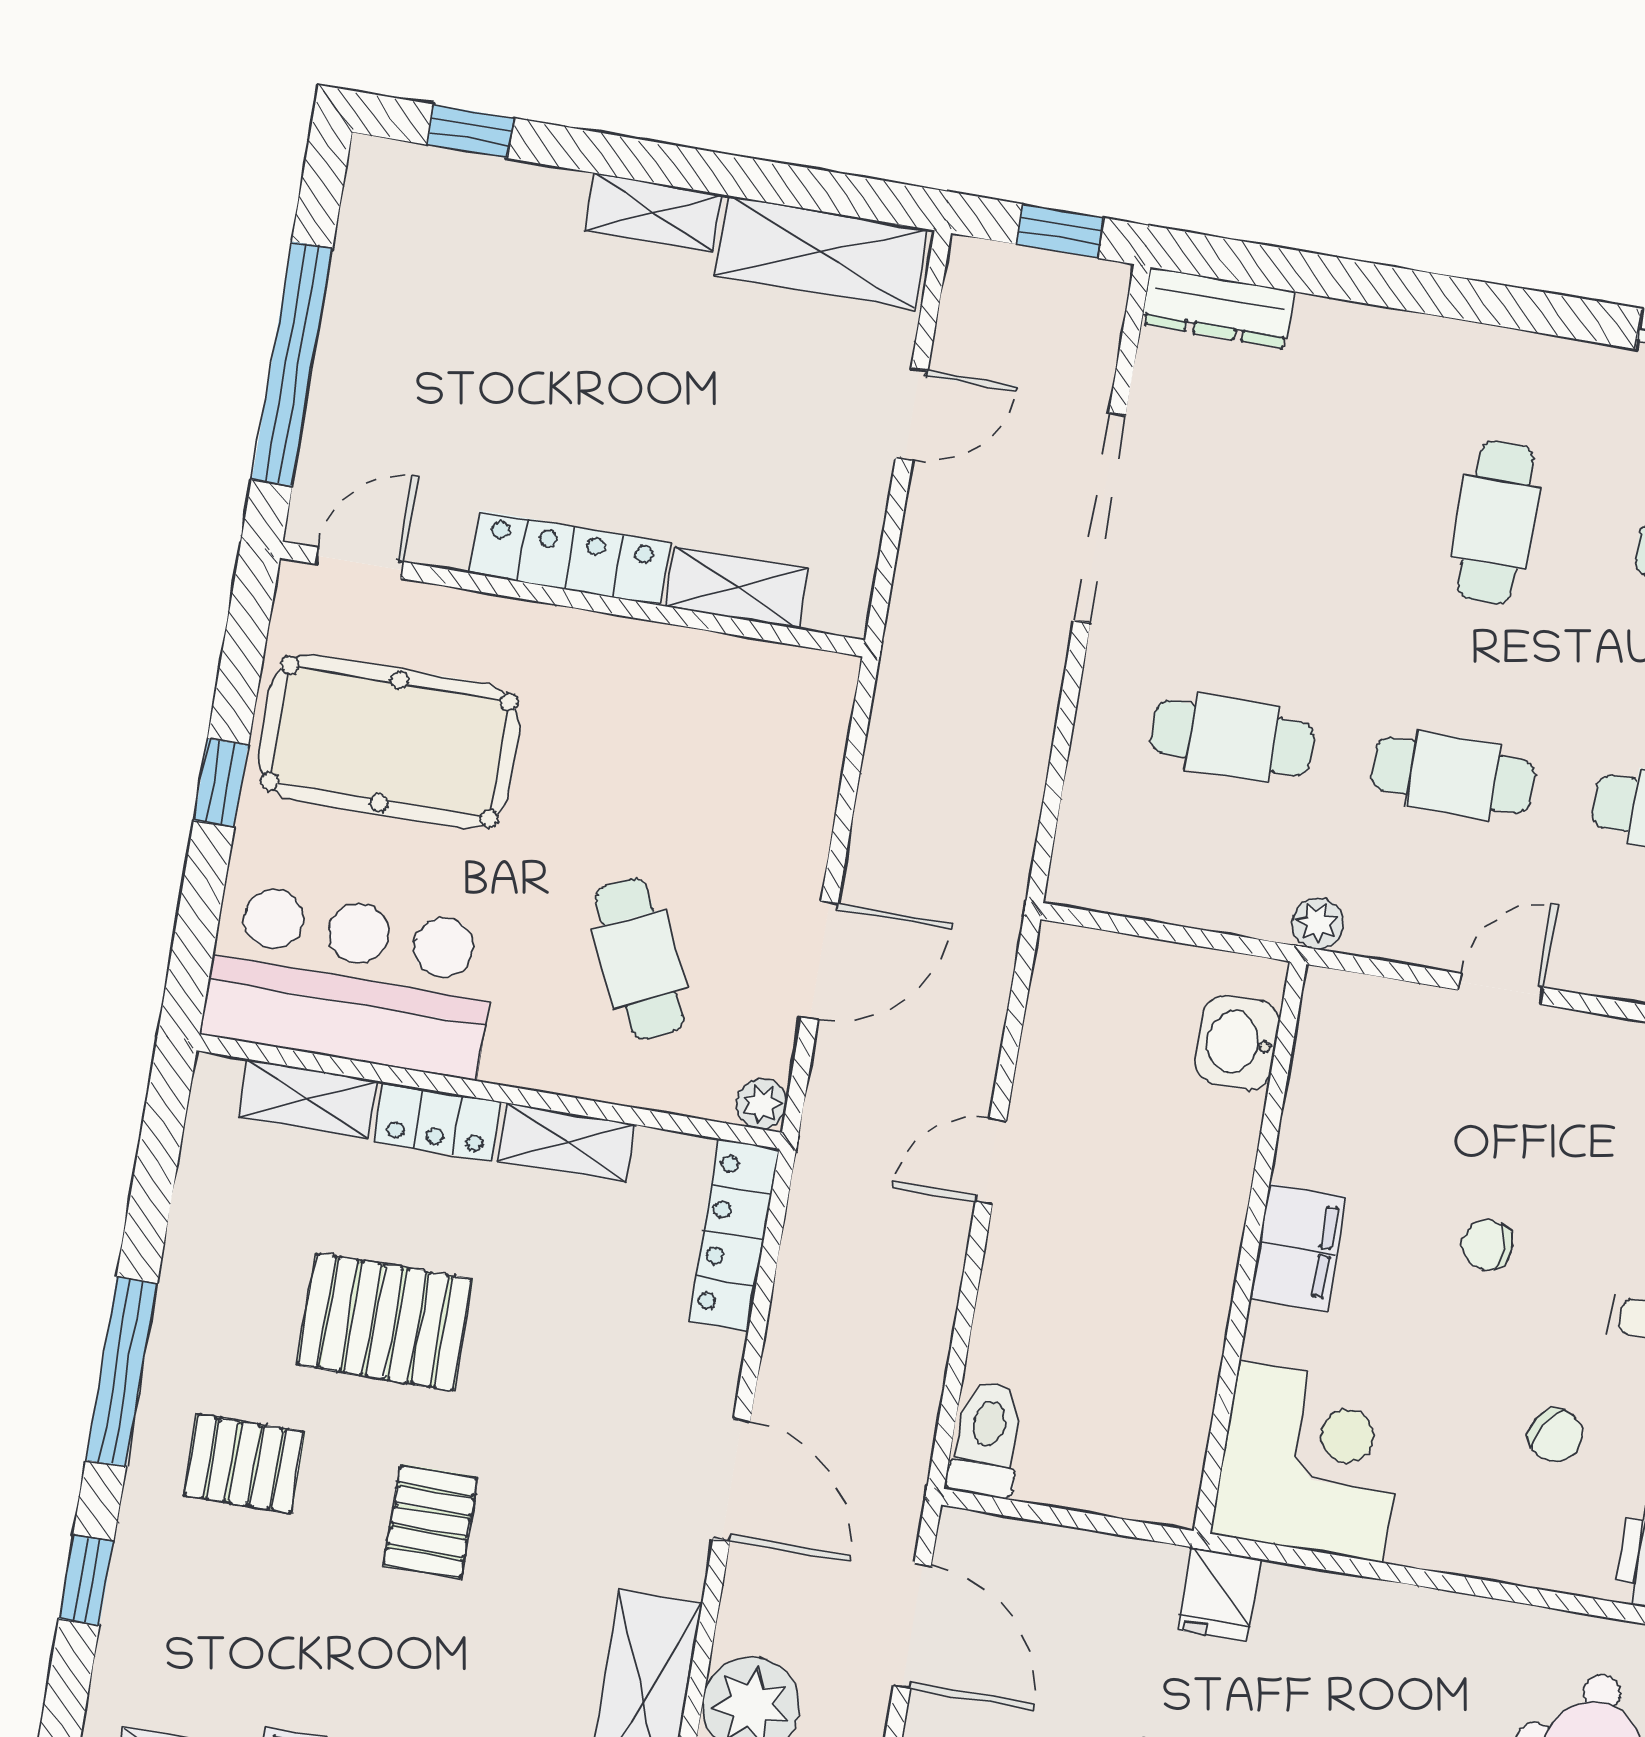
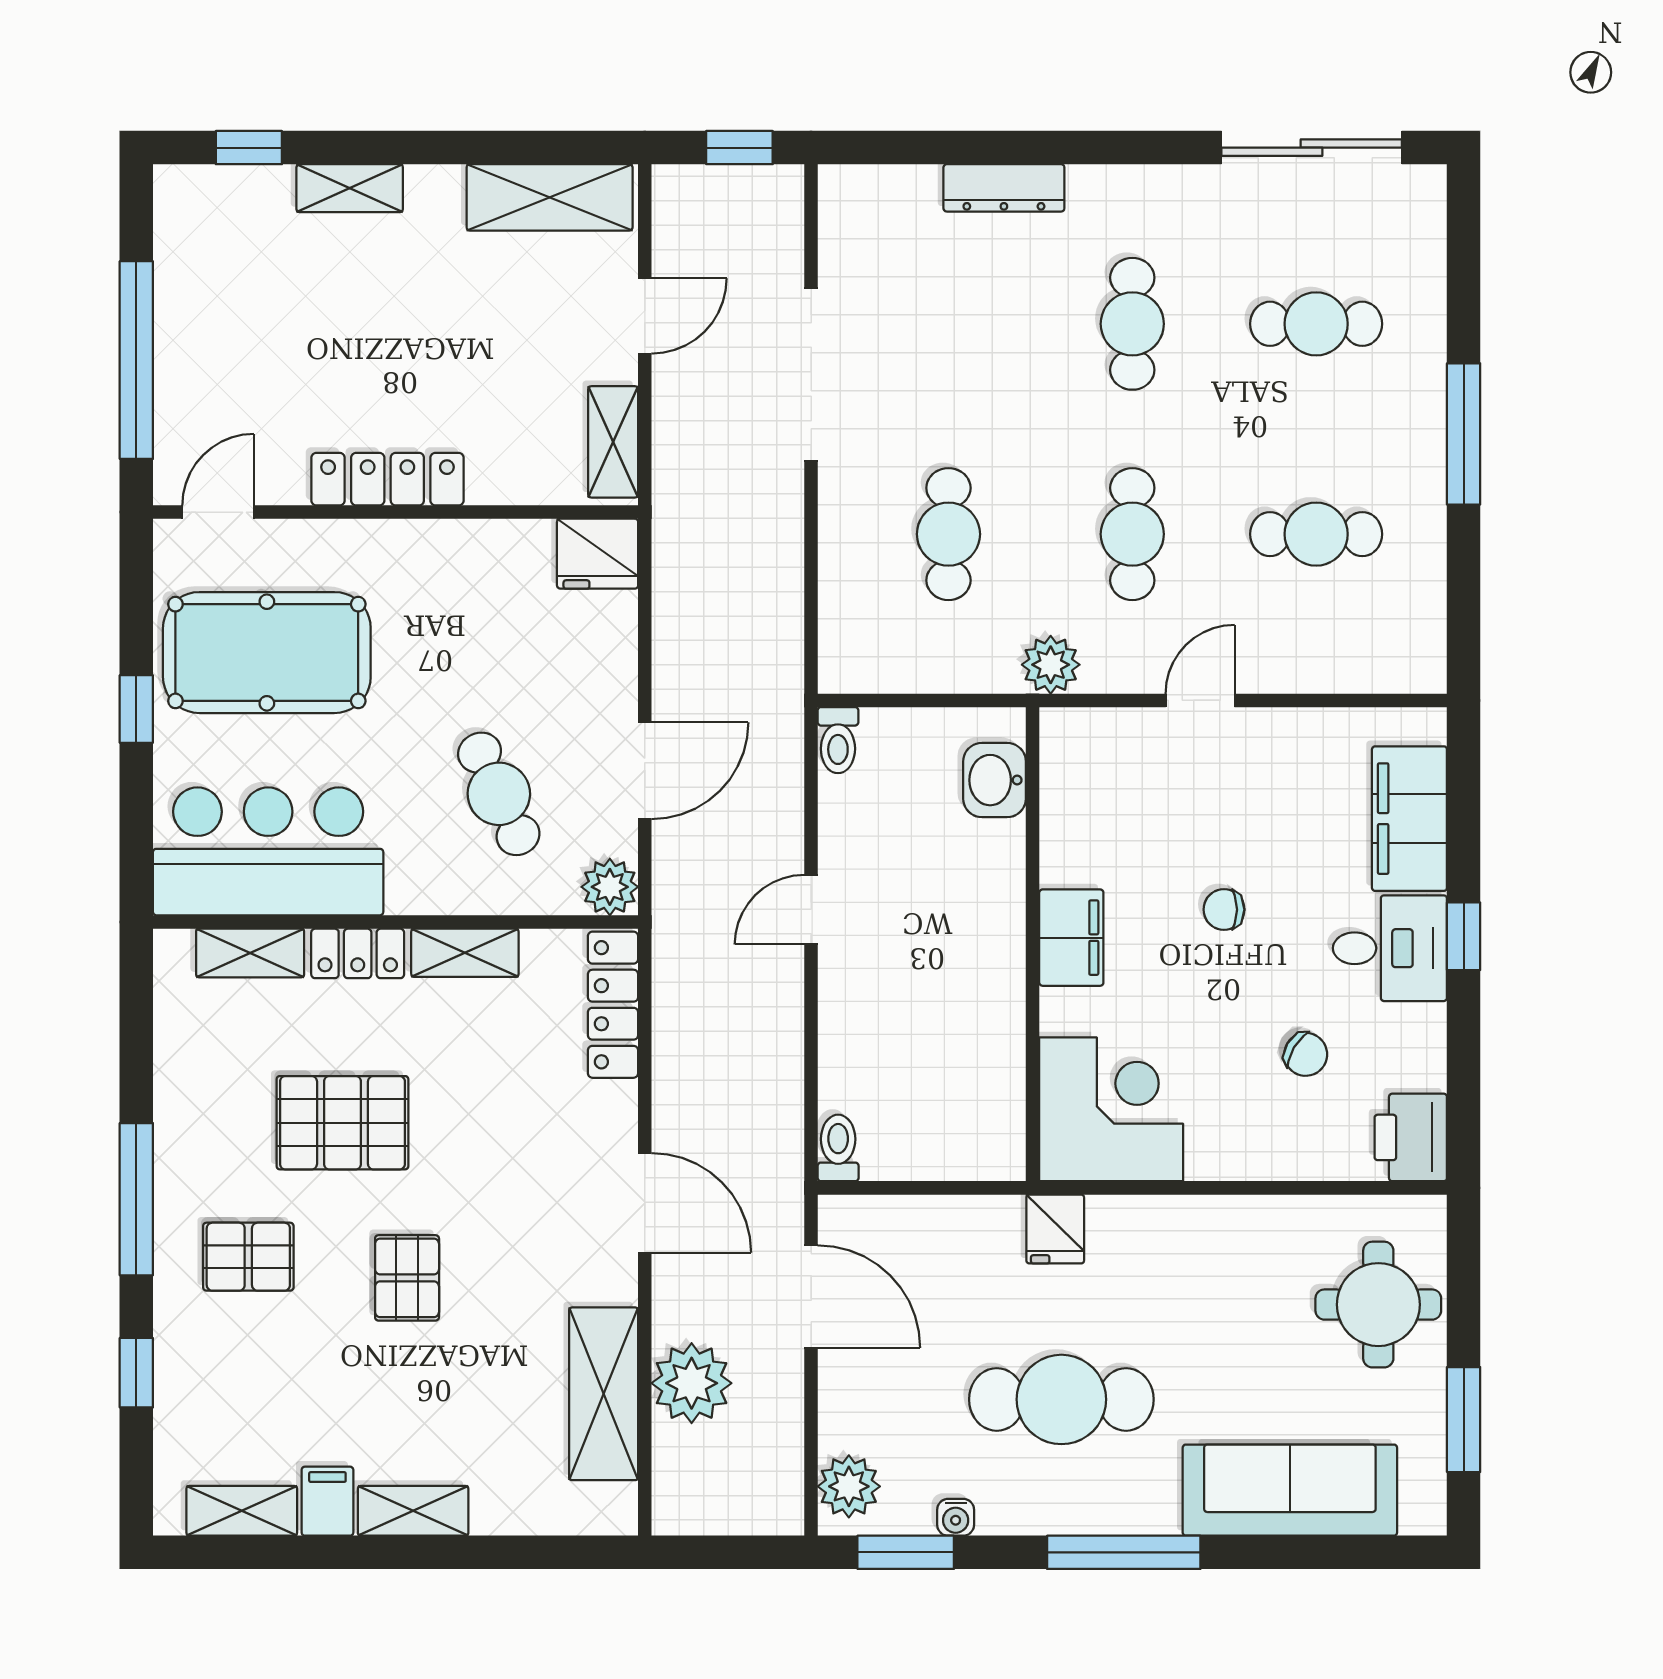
shelving: (654, 213) -> (350, 188), moved
dresser: (1218, 308) -> (1004, 188), moved
shelving: (737, 588) -> (613, 442), moved, turned 90
fridge: (807, 690) -> (598, 554), added
cafe table: (1232, 738) -> (948, 534), turned 90
cafe table: (1453, 775) -> (1132, 534), turned 90
plant: (1317, 923) -> (1051, 665), width x1.38, depth x1.38
toilet: (1058, 963) -> (838, 740), added
plant: (761, 1104) -> (610, 887), width x1.38, depth x1.38
toilet: (987, 1439) -> (838, 1148), width x0.73, depth x0.72

